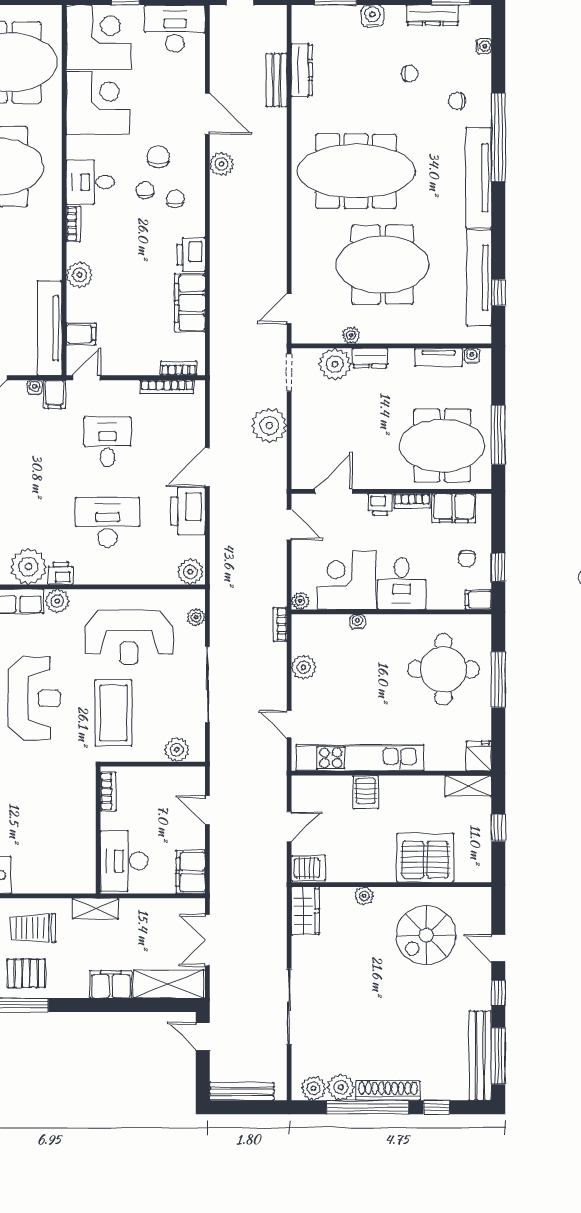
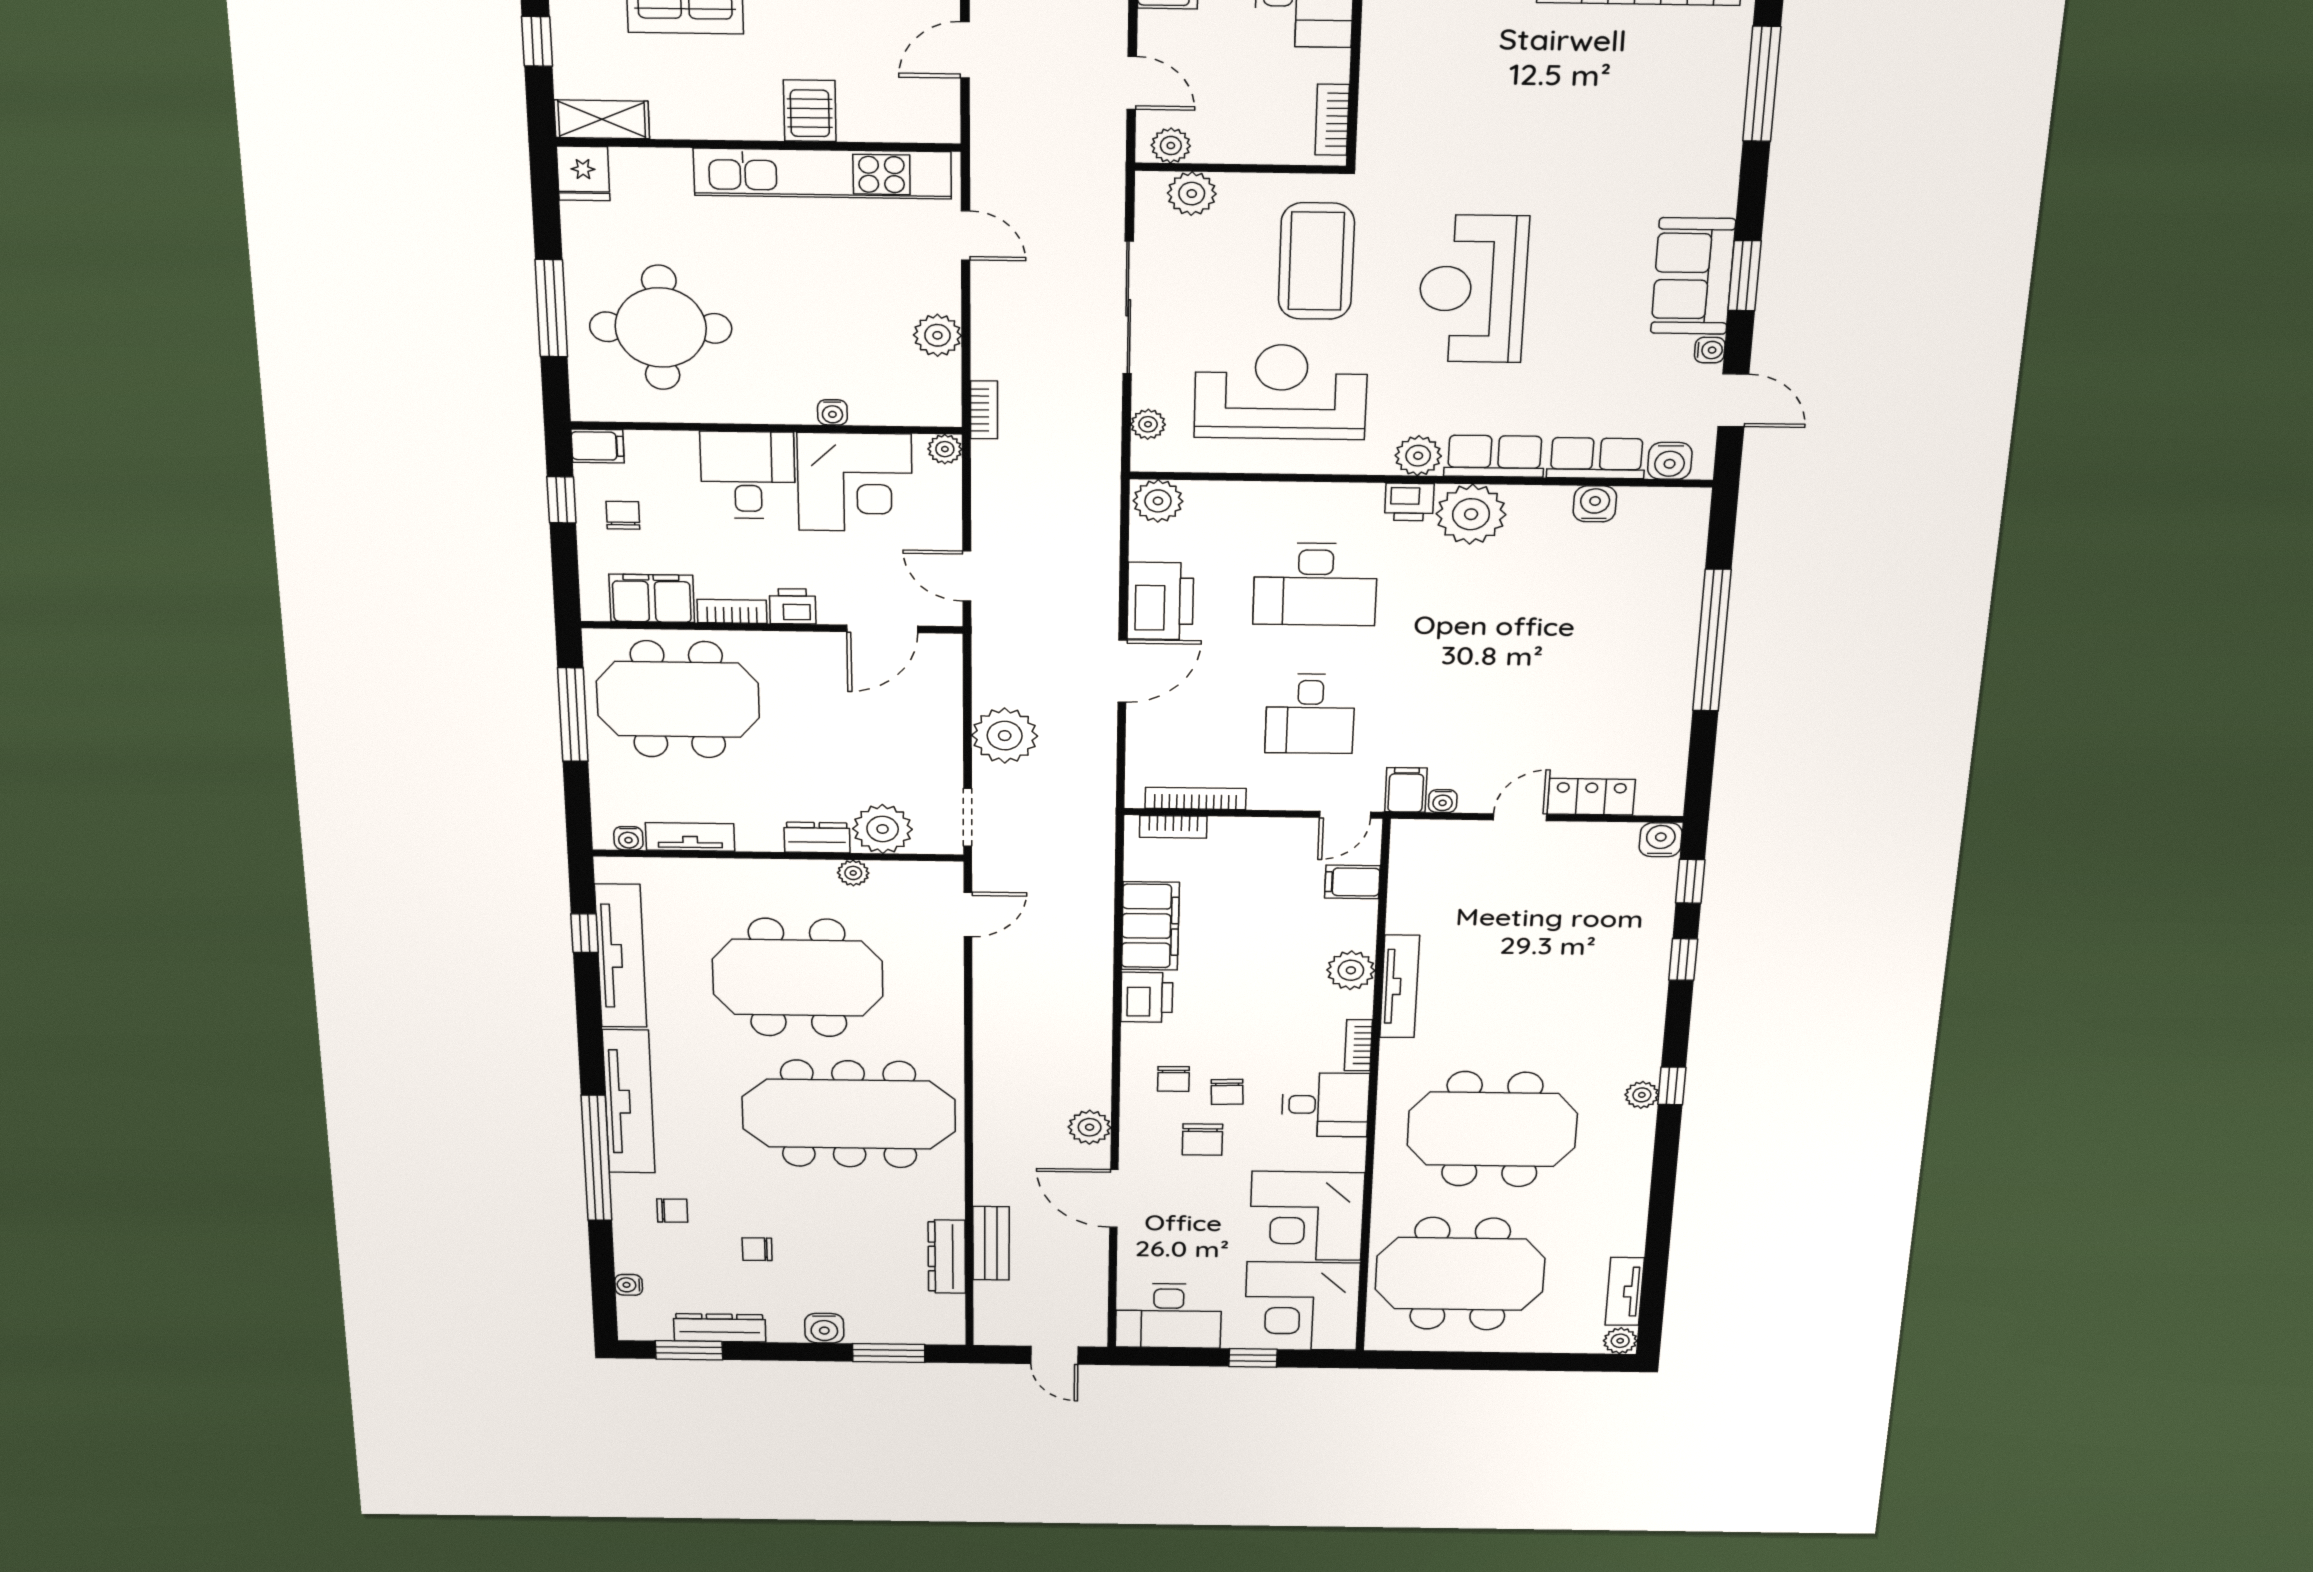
tv unit: (50, 328) -> (1400, 987), moved, width x0.73, depth x0.78
plant: (187, 776) -> (1171, 146), added

